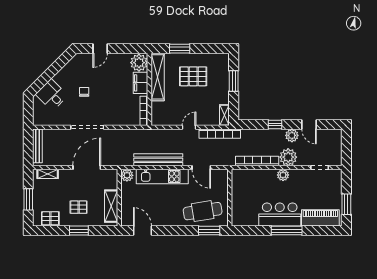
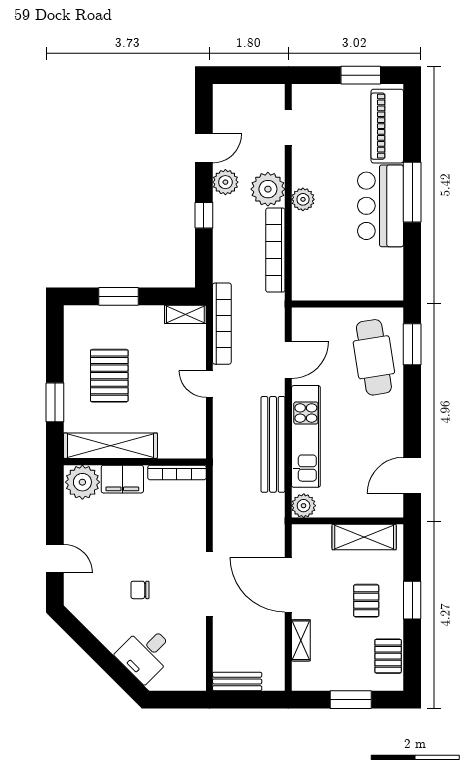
bench: (37, 146) -> (237, 681), width x0.73
shelving: (48, 174) -> (301, 640), moved

